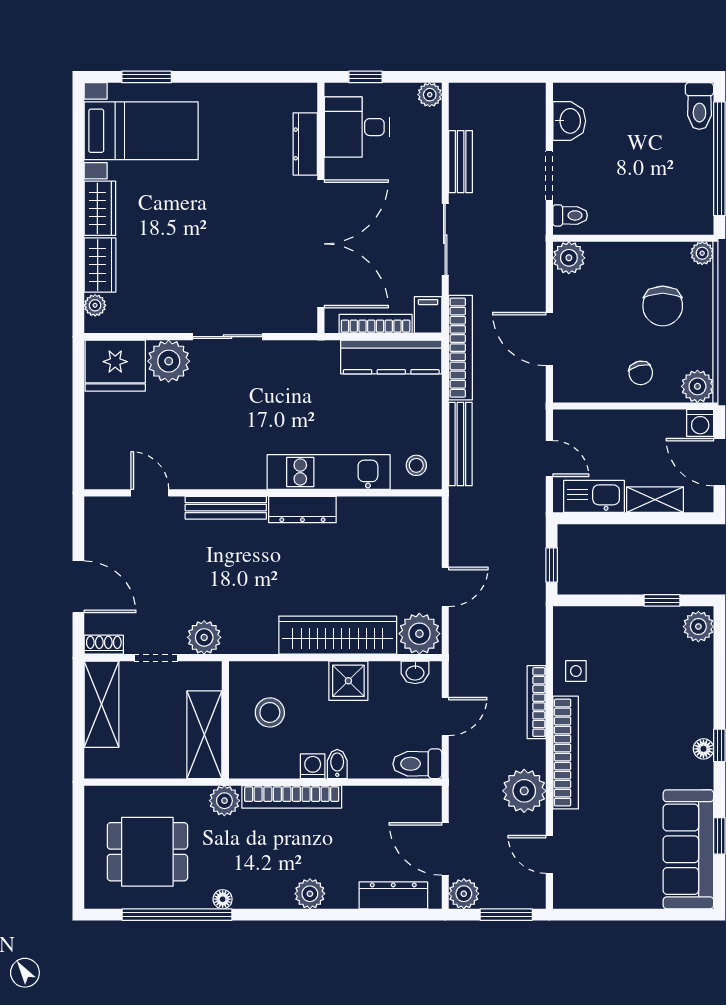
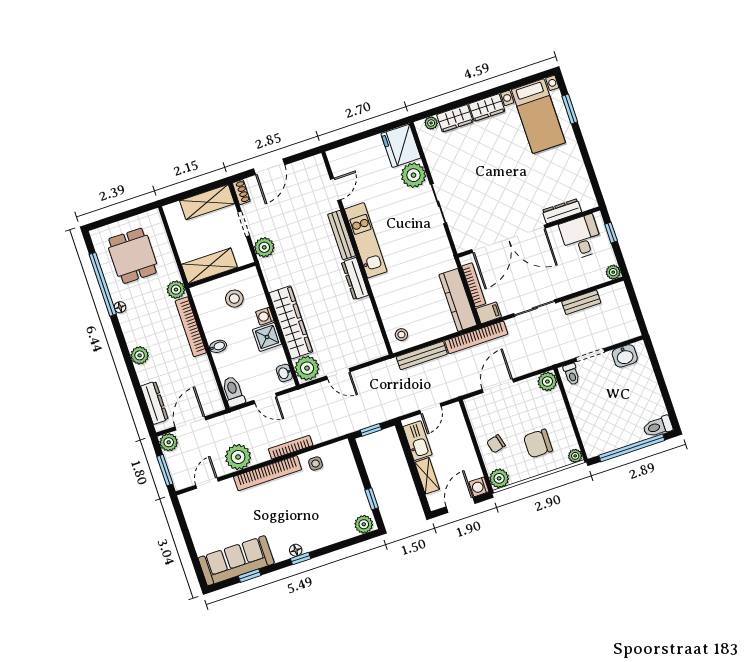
kitchen unit: (329, 472) -> (366, 240), moved
washing machine: (313, 766) -> (265, 316), moved, turned 180

